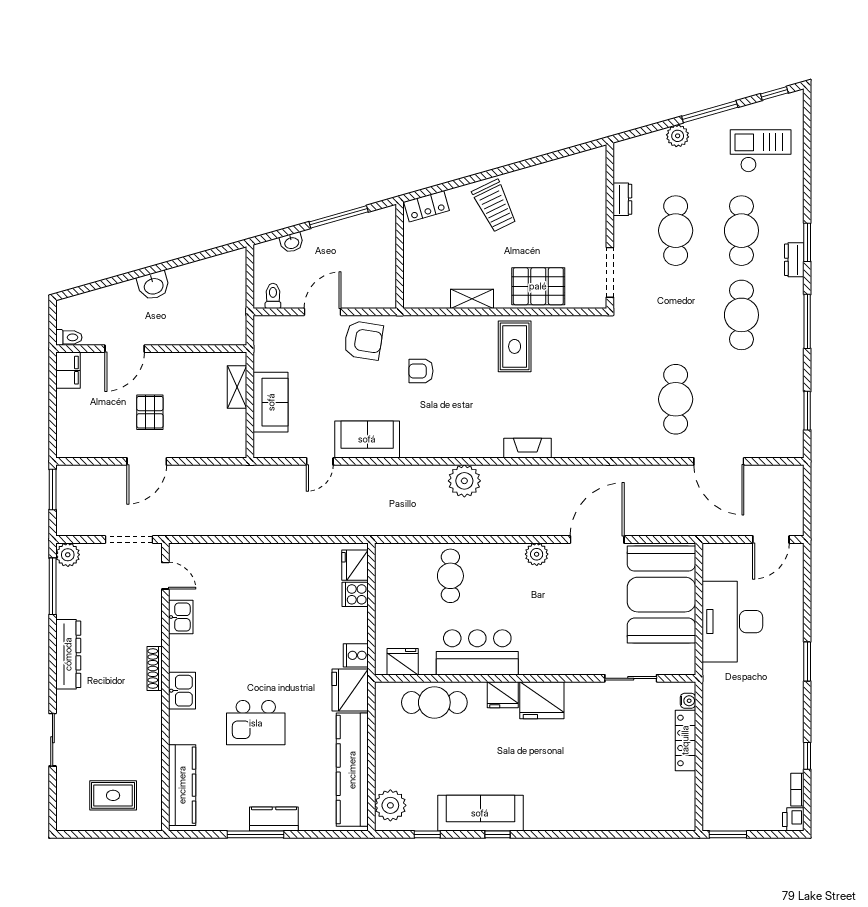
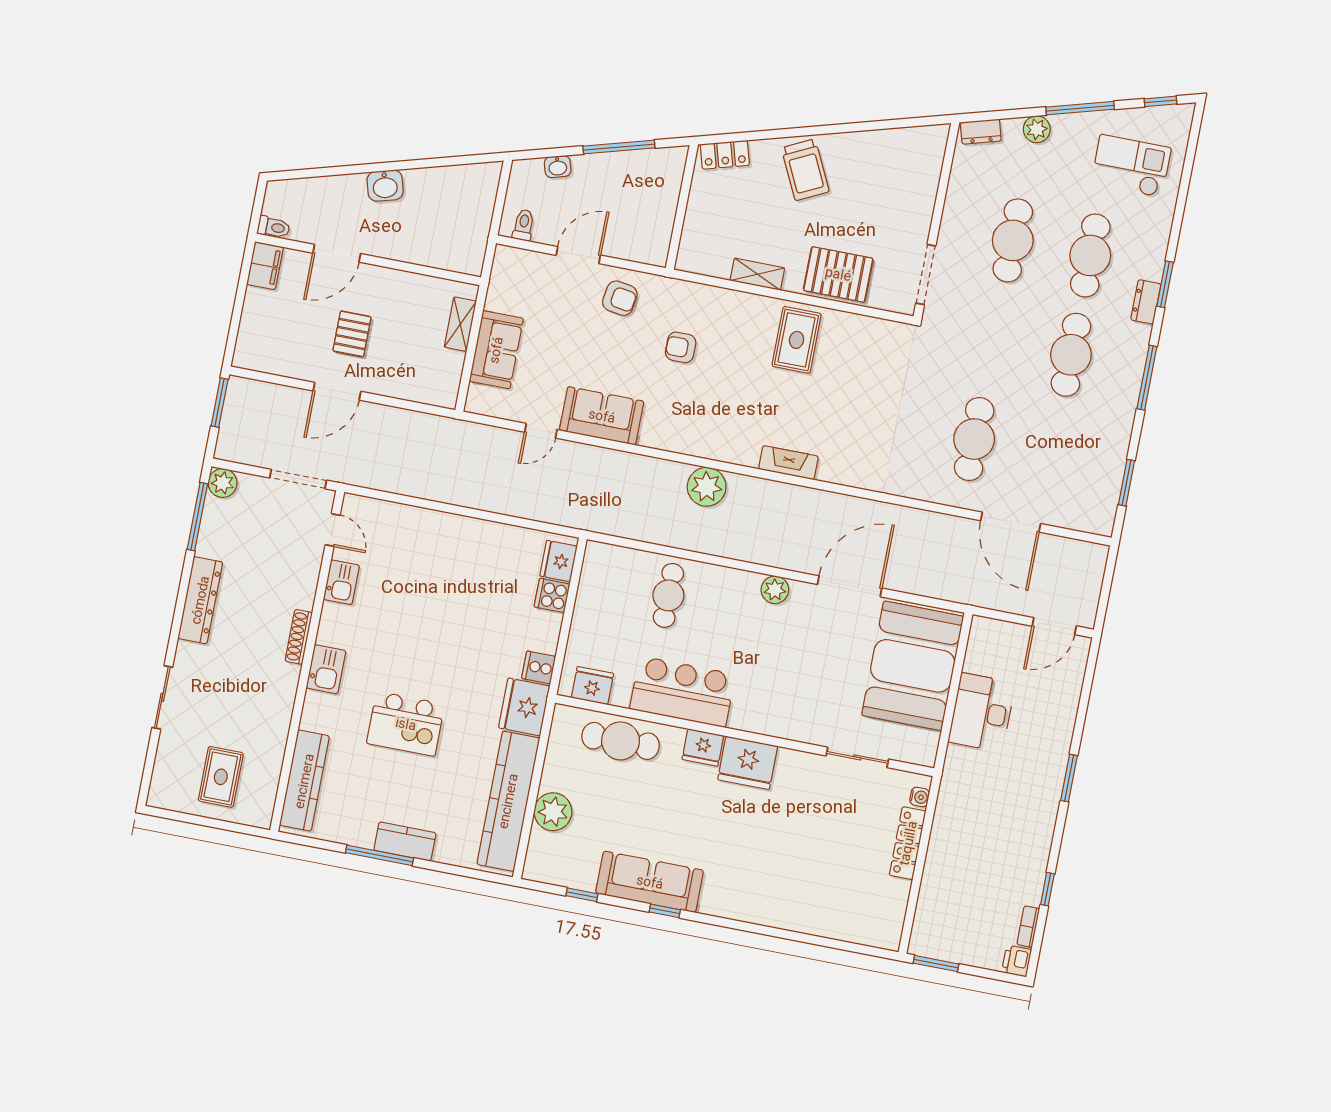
dresser: (622, 199) -> (981, 132), moved, turned 74
armchair: (363, 340) -> (620, 298), width x0.72, depth x0.72
desk: (732, 622) -> (982, 712), width x0.73, depth x0.77
rug: (113, 795) -> (221, 777), turned 90
plant: (390, 805) -> (553, 812), moved

